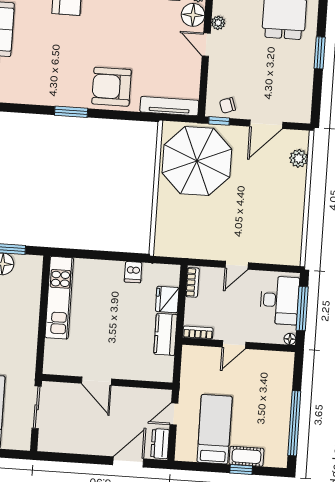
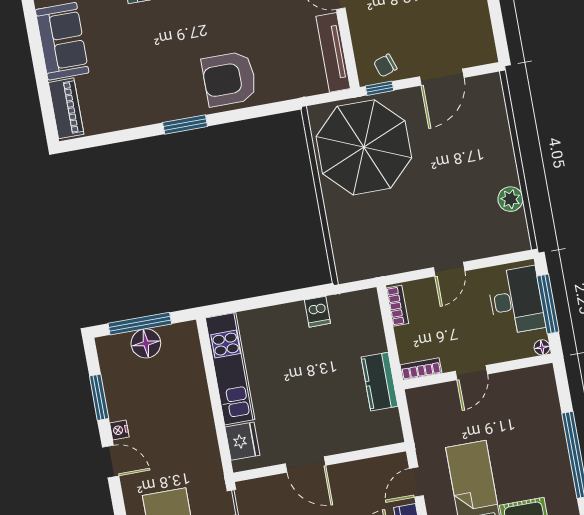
tv unit: (169, 106) -> (333, 52), moved, turned -90
plant: (299, 158) -> (510, 199), moved
fridge: (167, 300) -> (242, 441), moved, turned 180

